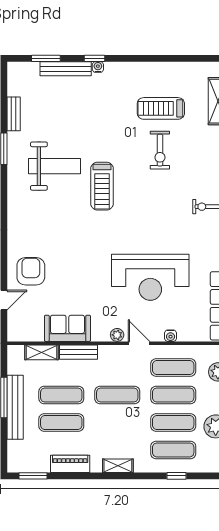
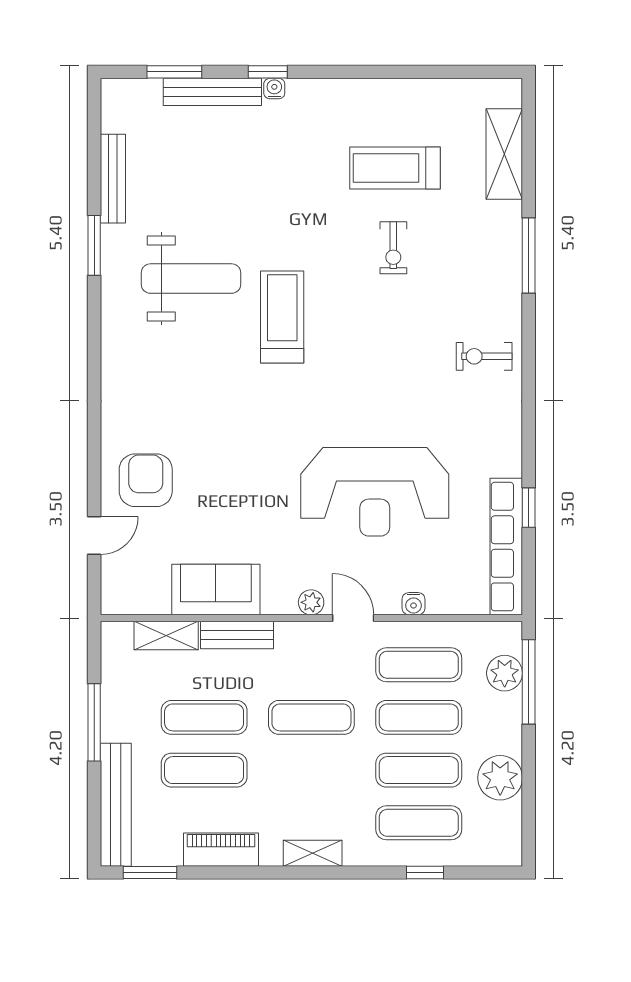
bench: (14, 114) -> (113, 179), width x1.36
exercise bike: (160, 150) -> (393, 248), width x0.73, depth x0.72
treadmill: (102, 186) -> (282, 317), turned 180
bench: (15, 407) -> (116, 805), moved

